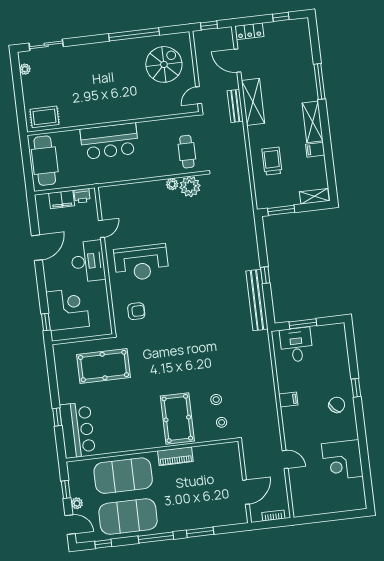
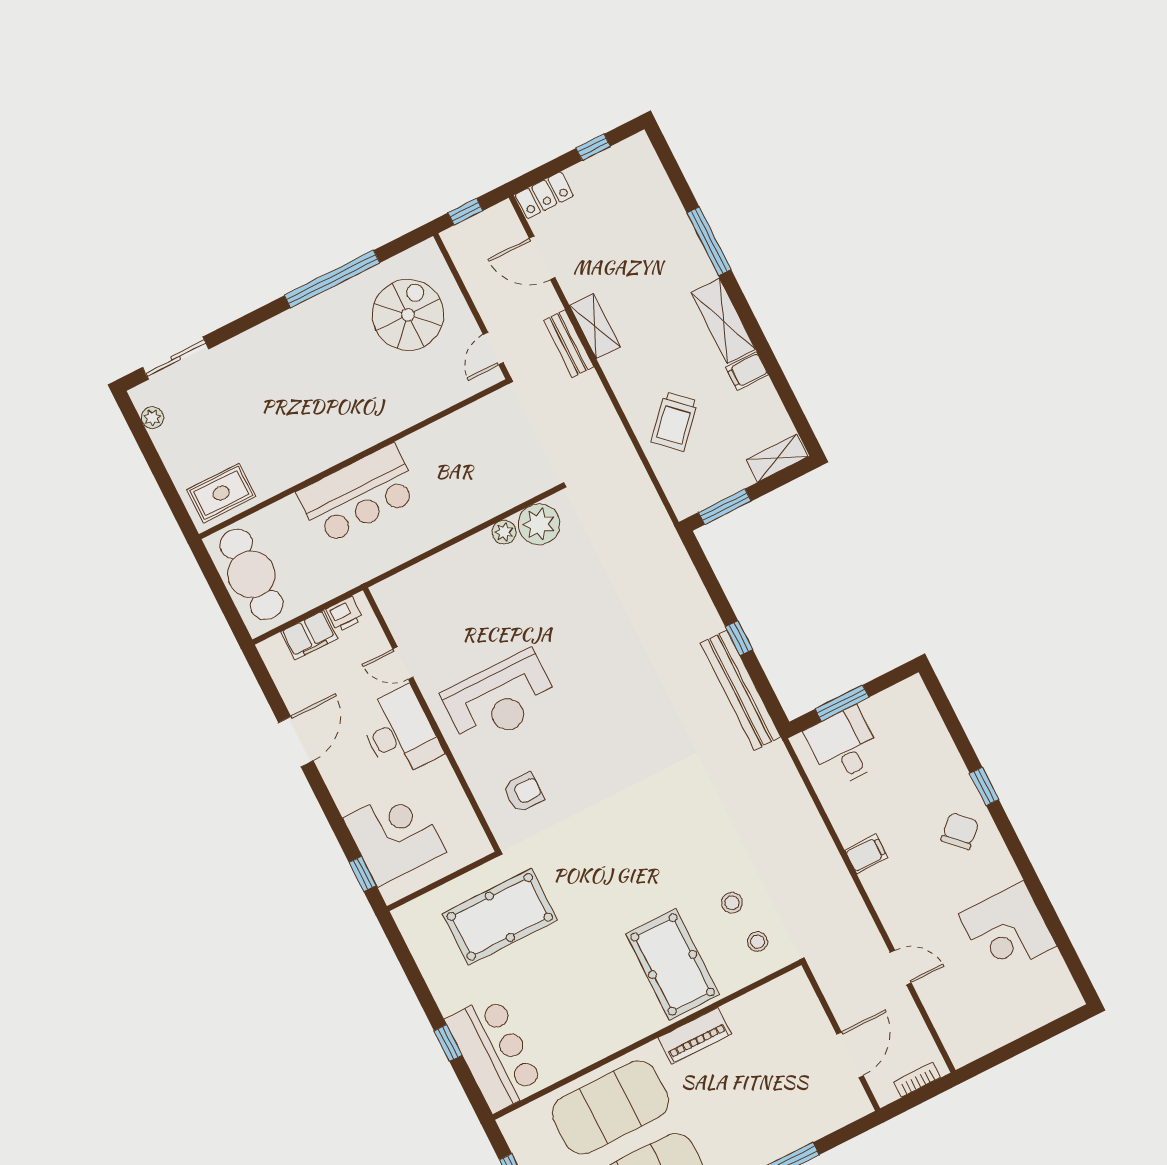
shelving: (253, 102) -> (595, 326), width x0.67, depth x0.75
cafe table: (187, 152) -> (510, 461), removed
trolley: (272, 161) -> (674, 421), turned -137
door: (101, 229) -> (403, 663), swing flipped

